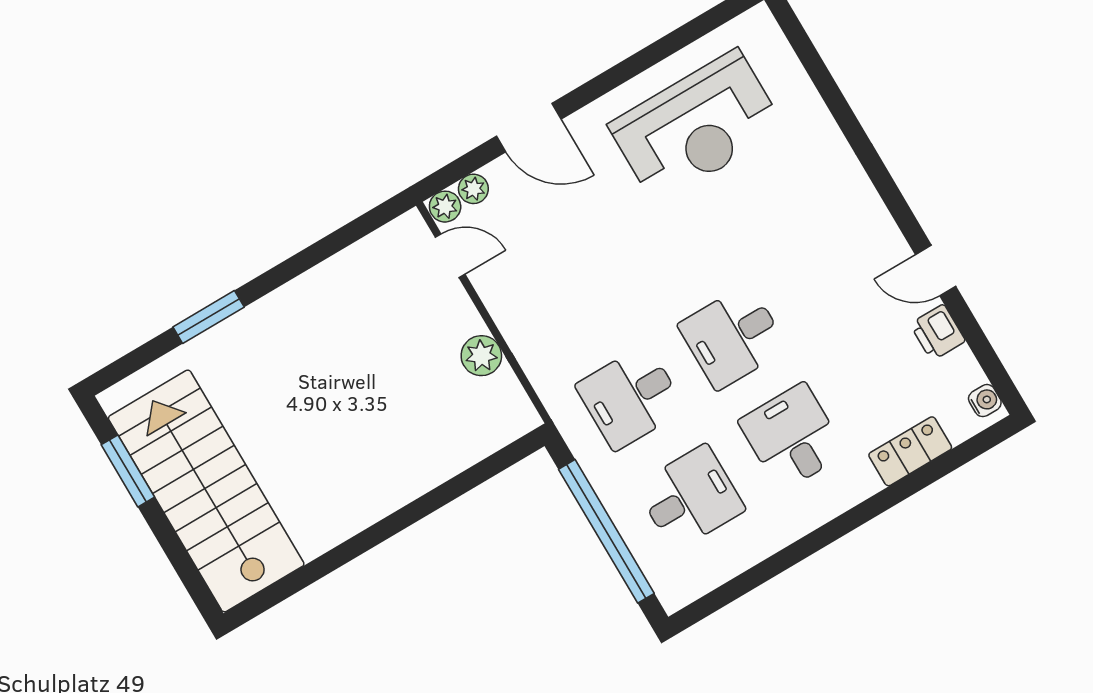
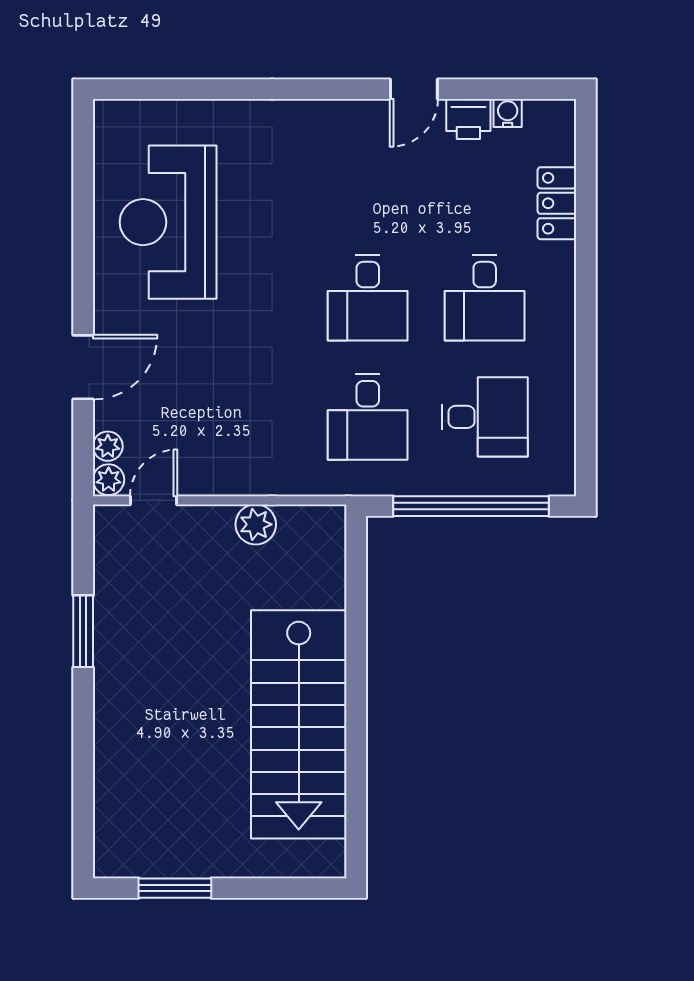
reception desk: (696, 127) -> (168, 222), turned 180
window: (209, 317) -> (83, 631), moved
water cooler: (985, 401) -> (508, 113), moved
desk: (792, 437) -> (485, 298), turned -90
stairs: (206, 491) -> (299, 724), moved, turned -90
desk: (690, 498) -> (485, 417), turned 90

